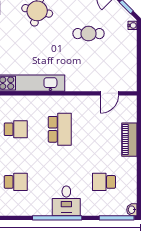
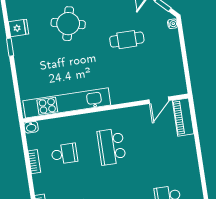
school desk: (60, 129) -> (112, 147), turned 180
piano: (129, 140) -> (183, 117), moved

